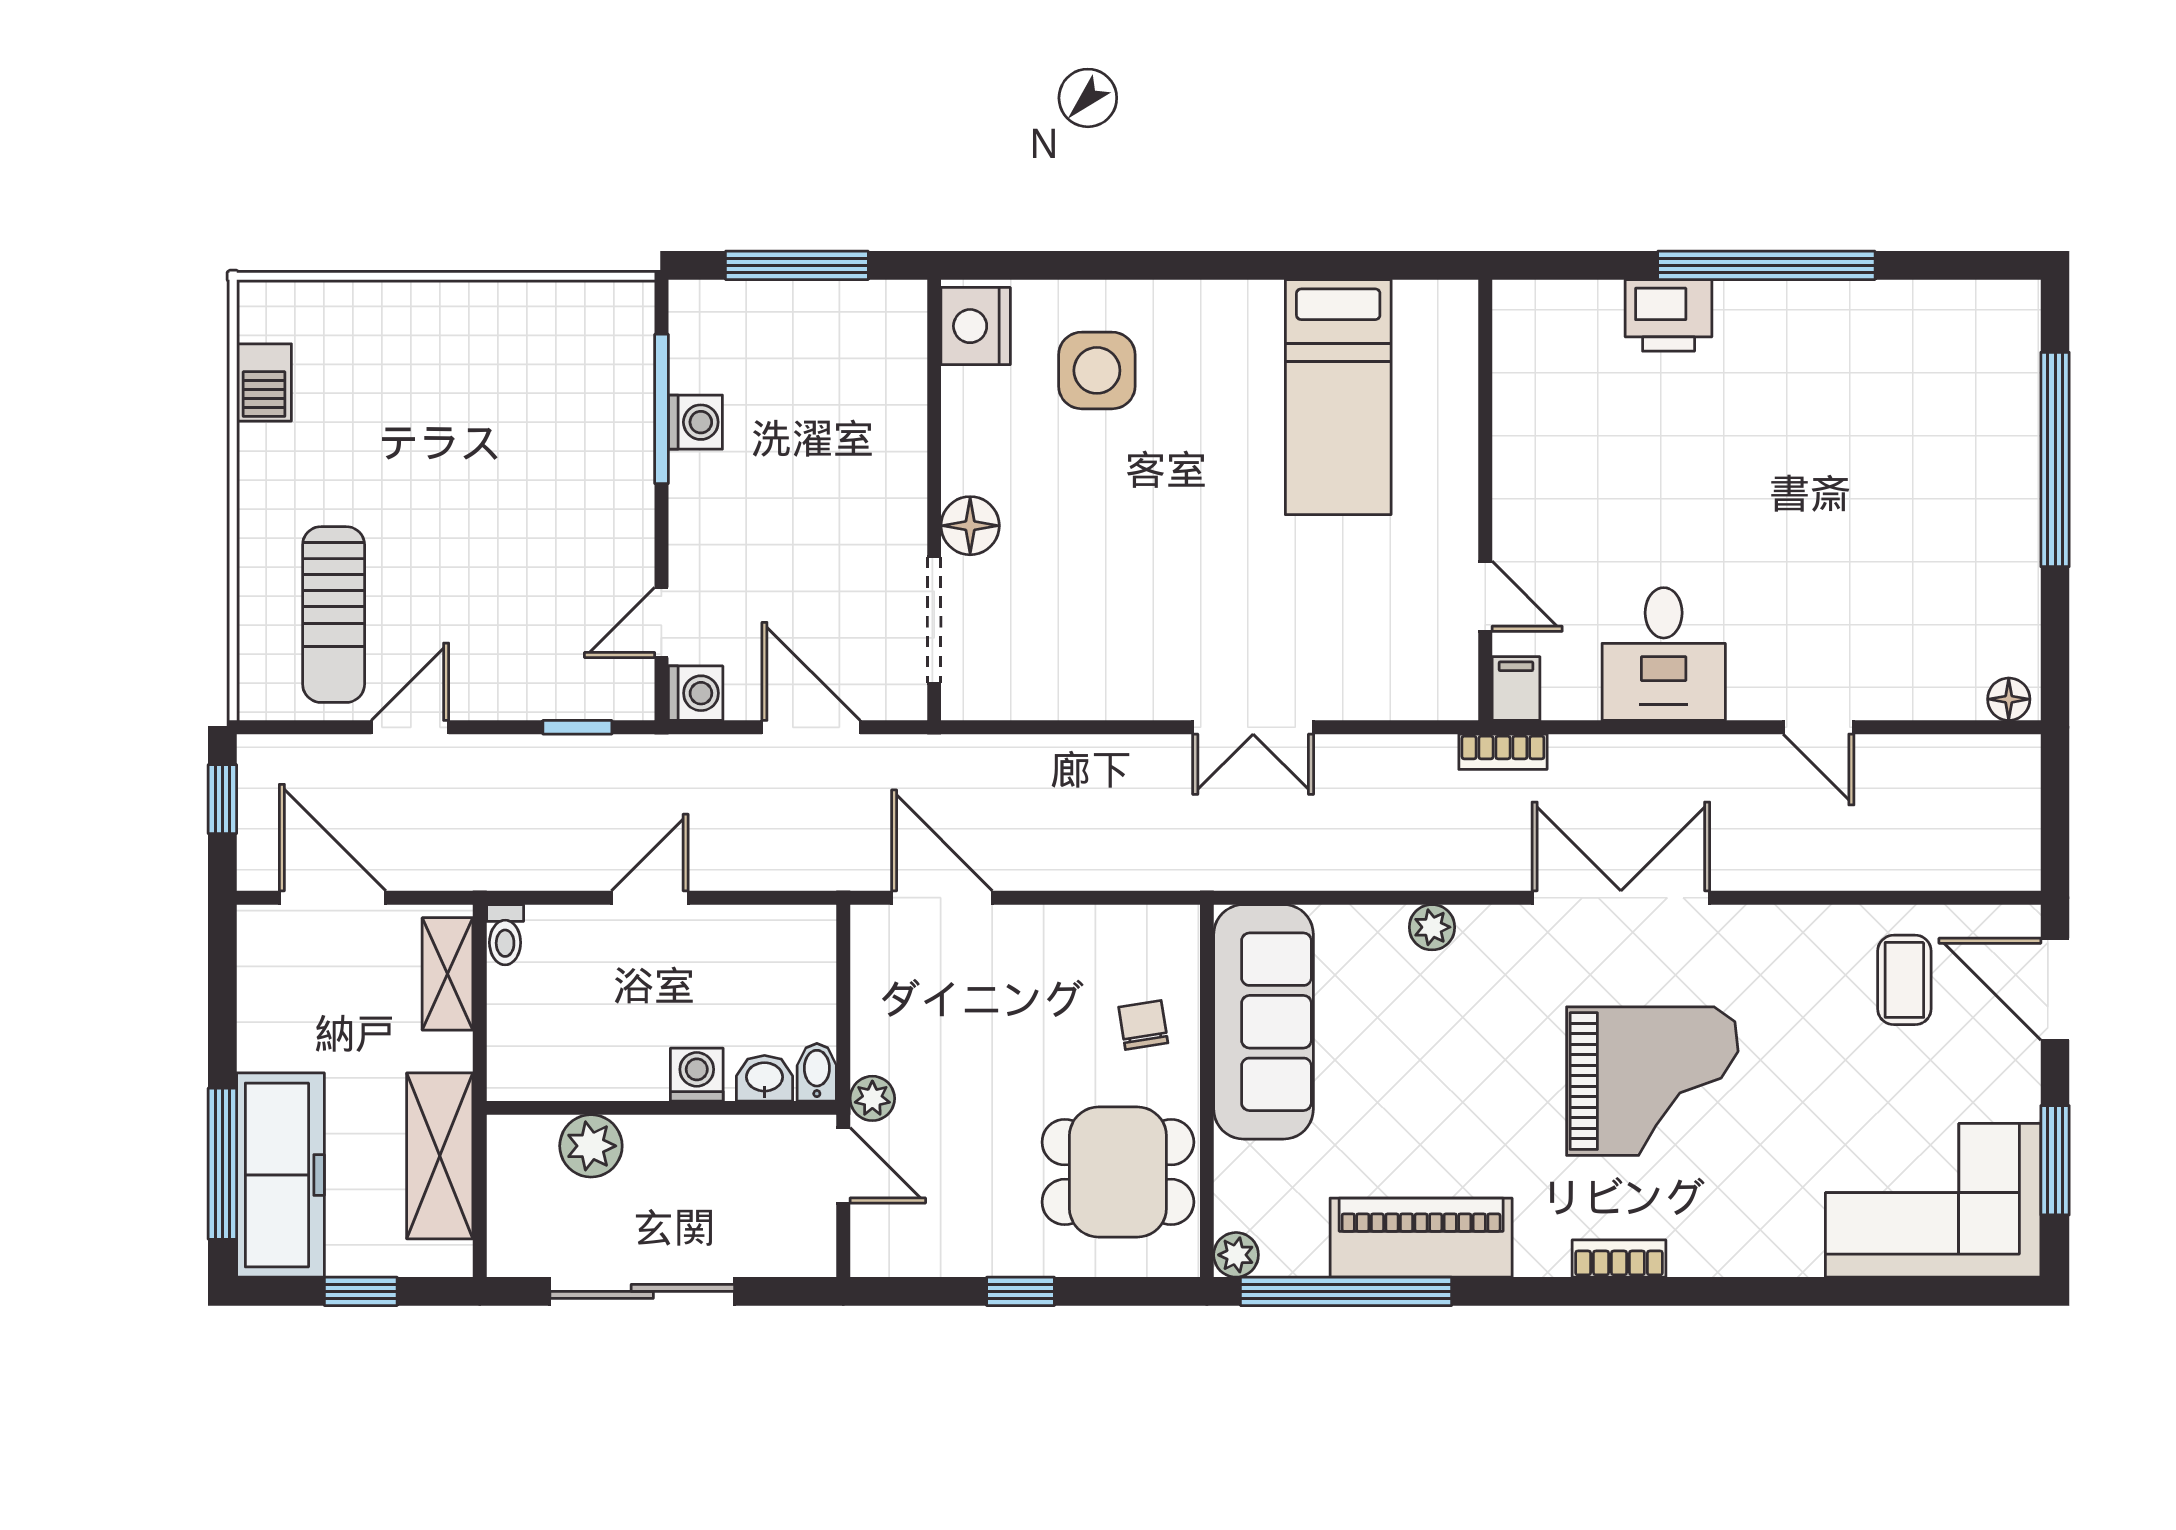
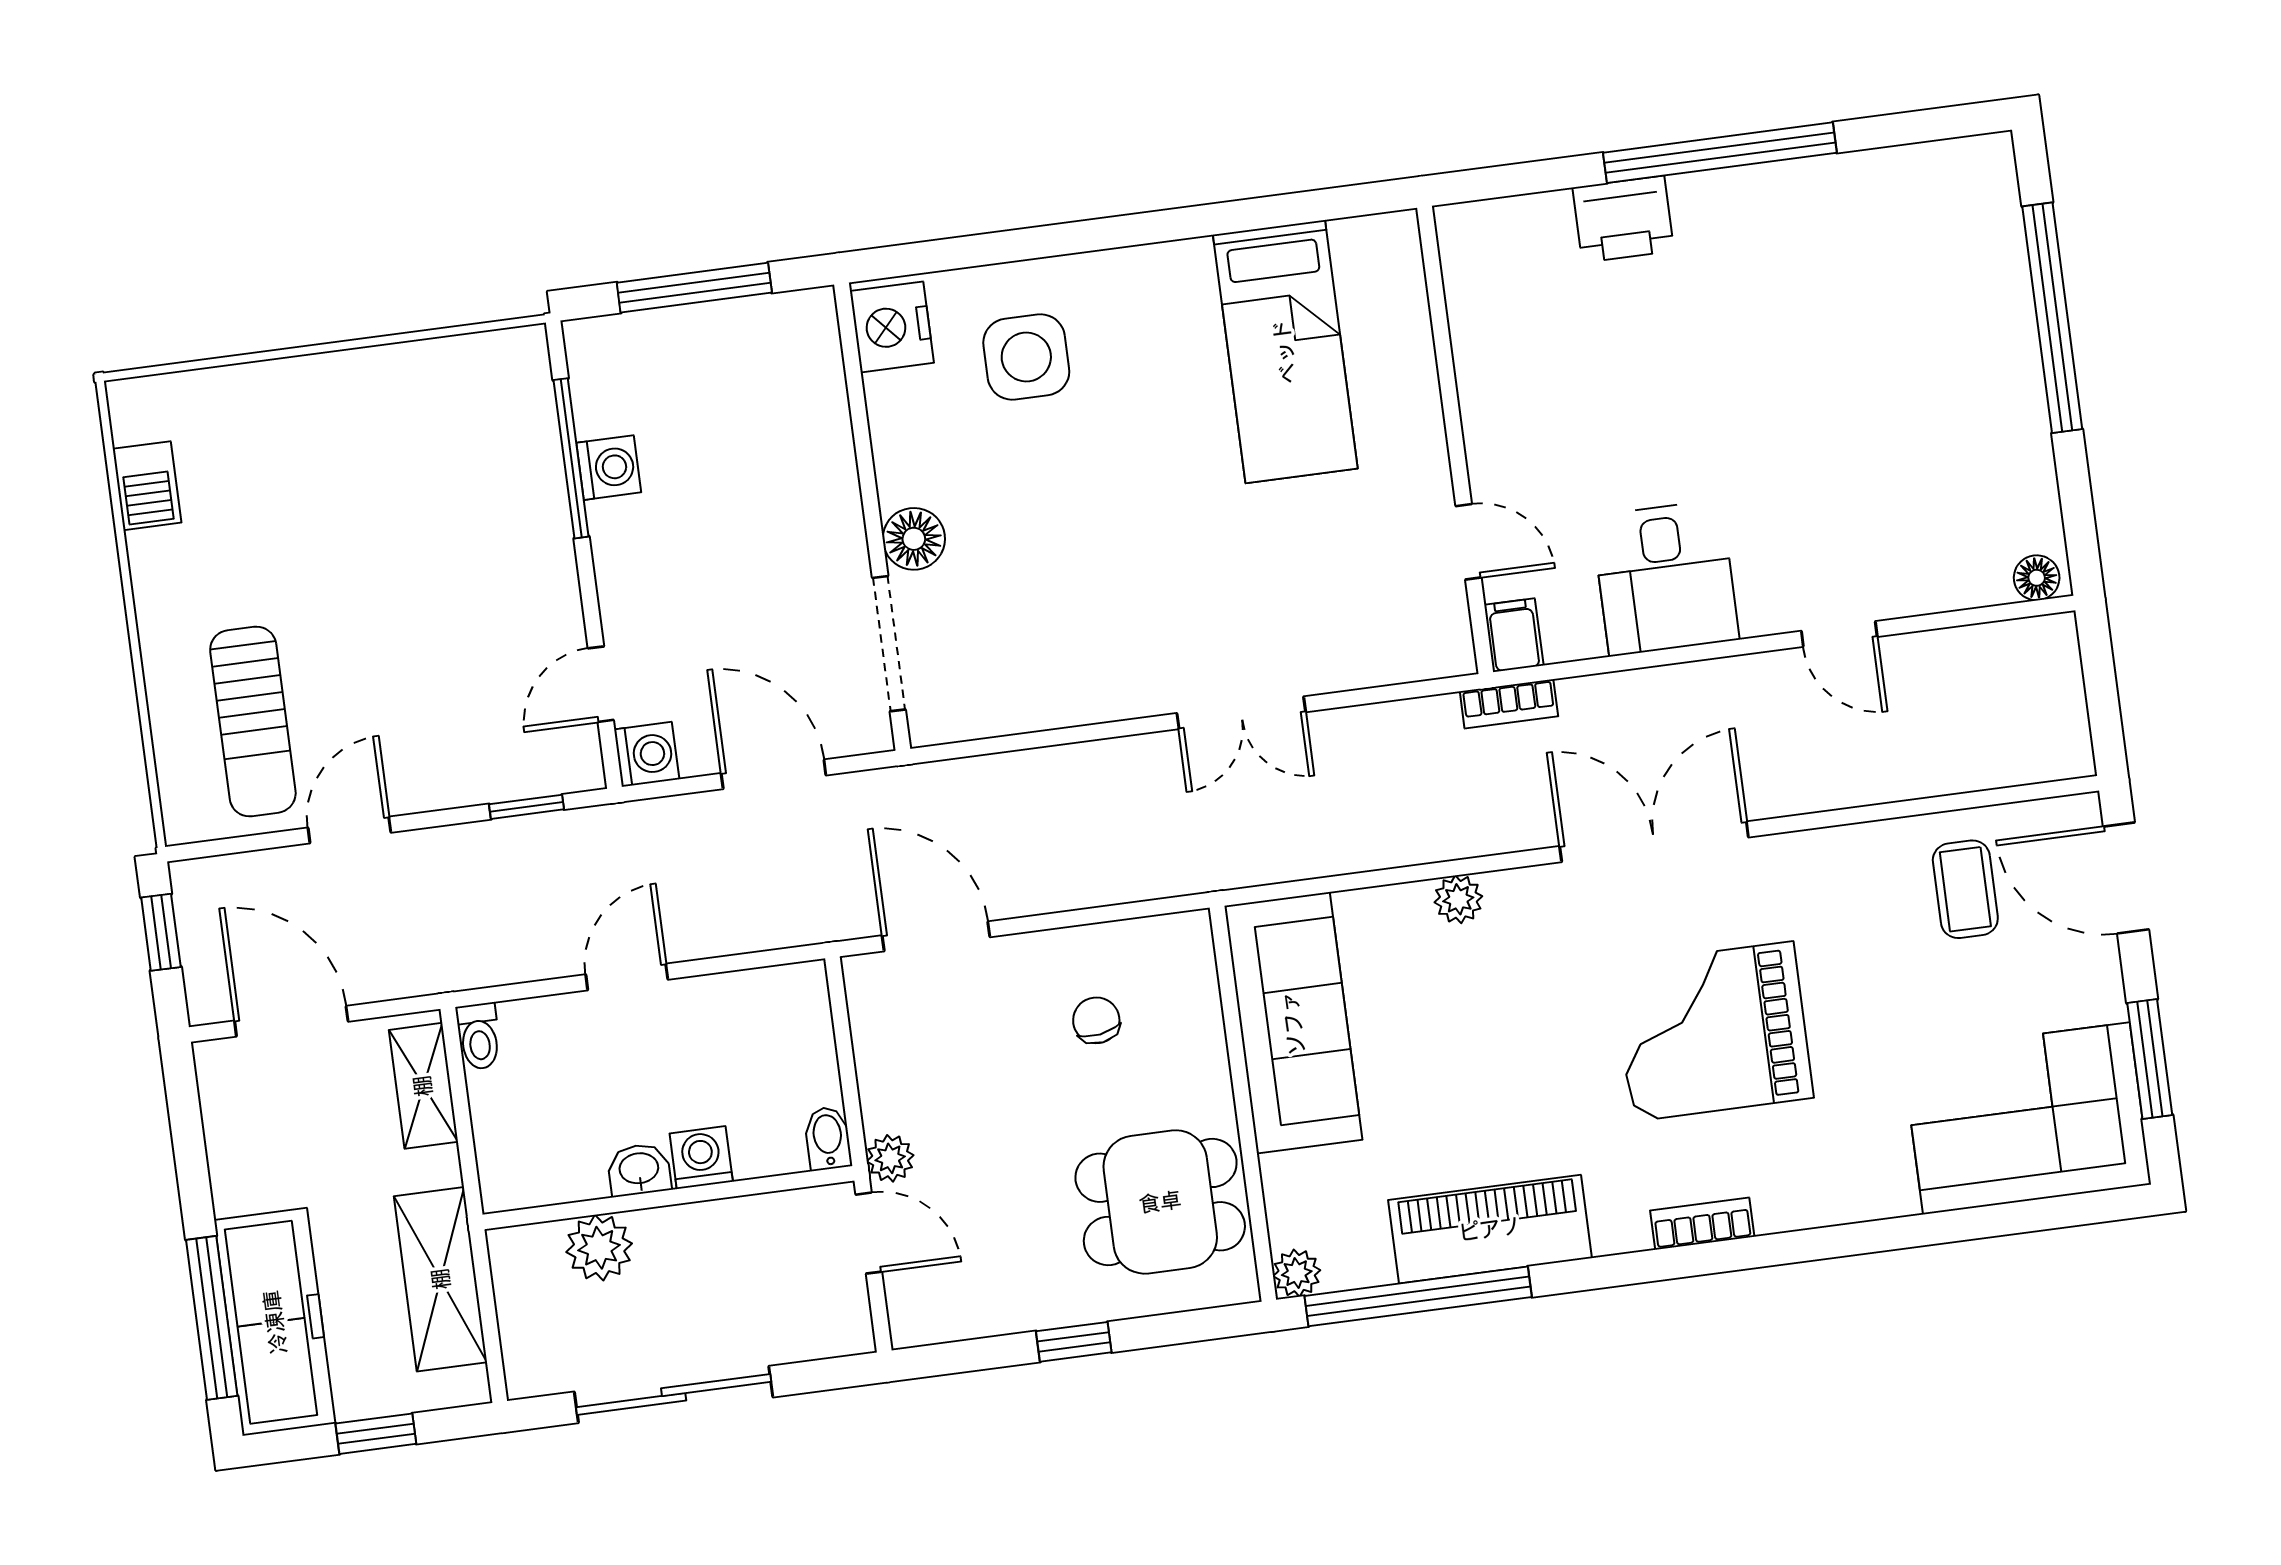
chair: (1143, 1025) -> (1096, 1020), moved
washbasin: (764, 1078) -> (639, 1170), moved
grand piano: (1652, 1081) -> (1713, 1031), turned 180

